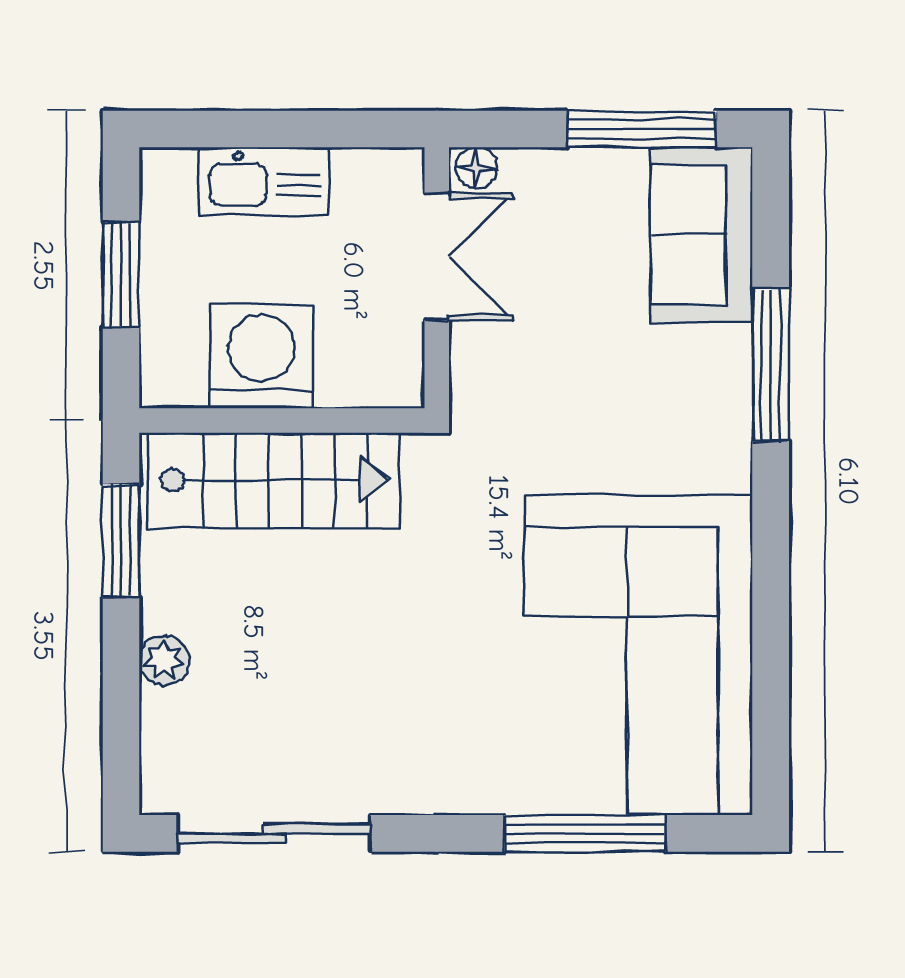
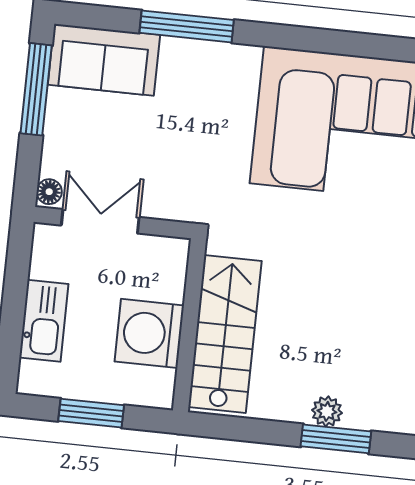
window: (121, 541) -> (336, 439), moved

